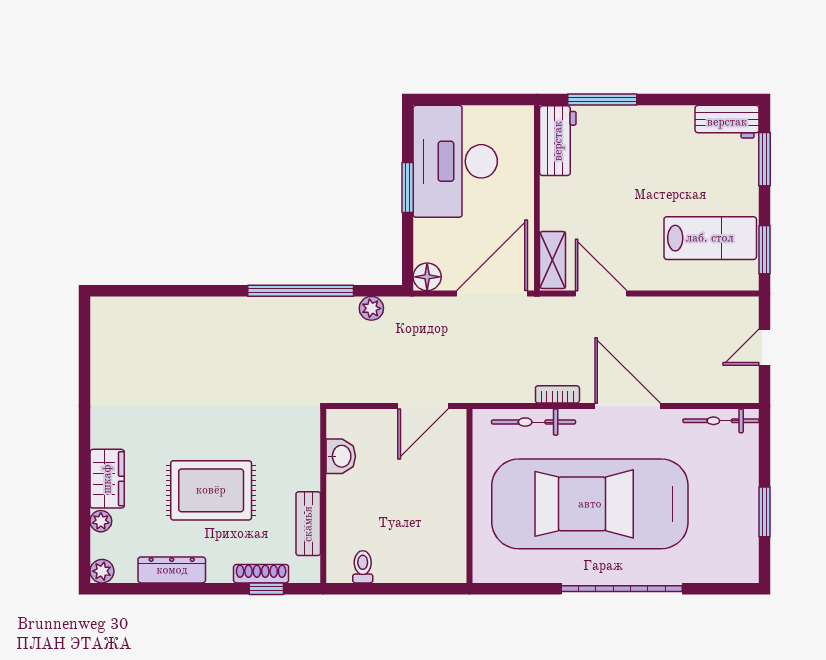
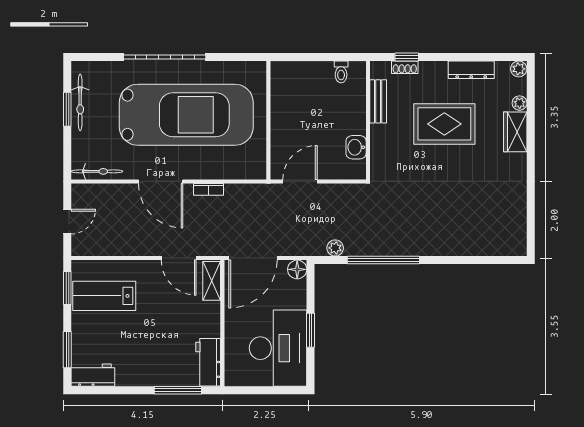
bicycle: (533, 422) -> (80, 102), moved, turned 90
shoe rack: (261, 574) -> (405, 67), width x0.70

